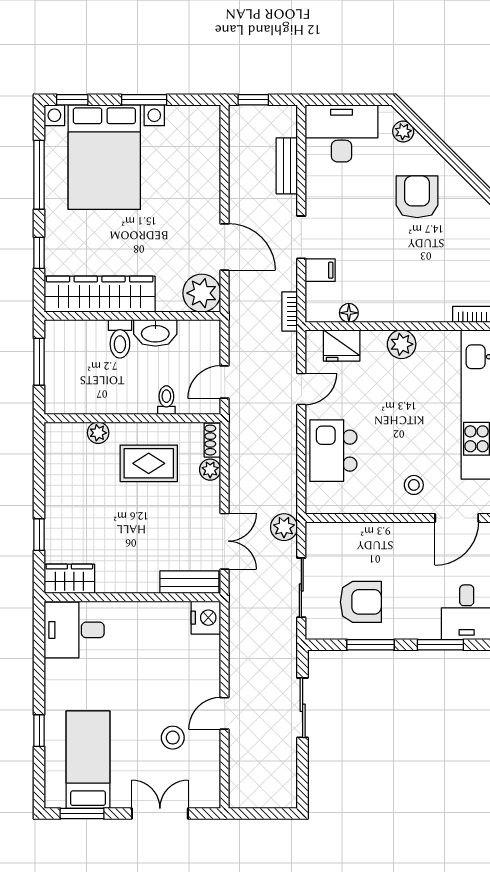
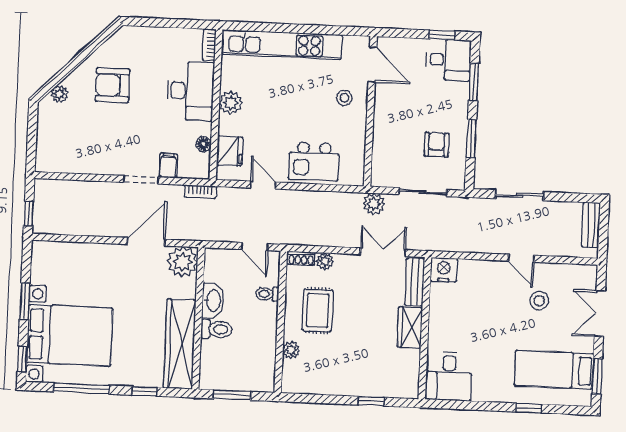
desk: (341, 133) -> (190, 91), moved, turned 180
bench: (287, 166) -> (591, 225), moved, turned 90
wardrobe: (69, 579) -> (410, 327), moved
armchair: (361, 602) -> (437, 145), width x0.72, depth x0.72

